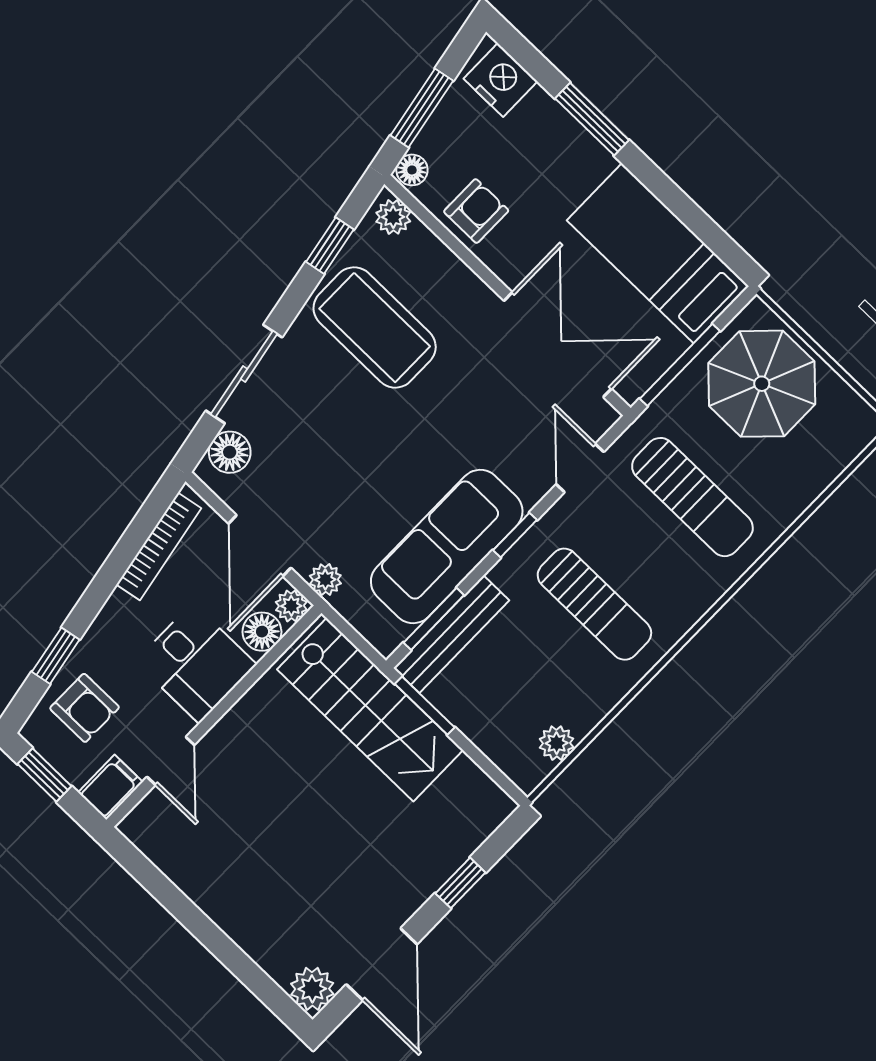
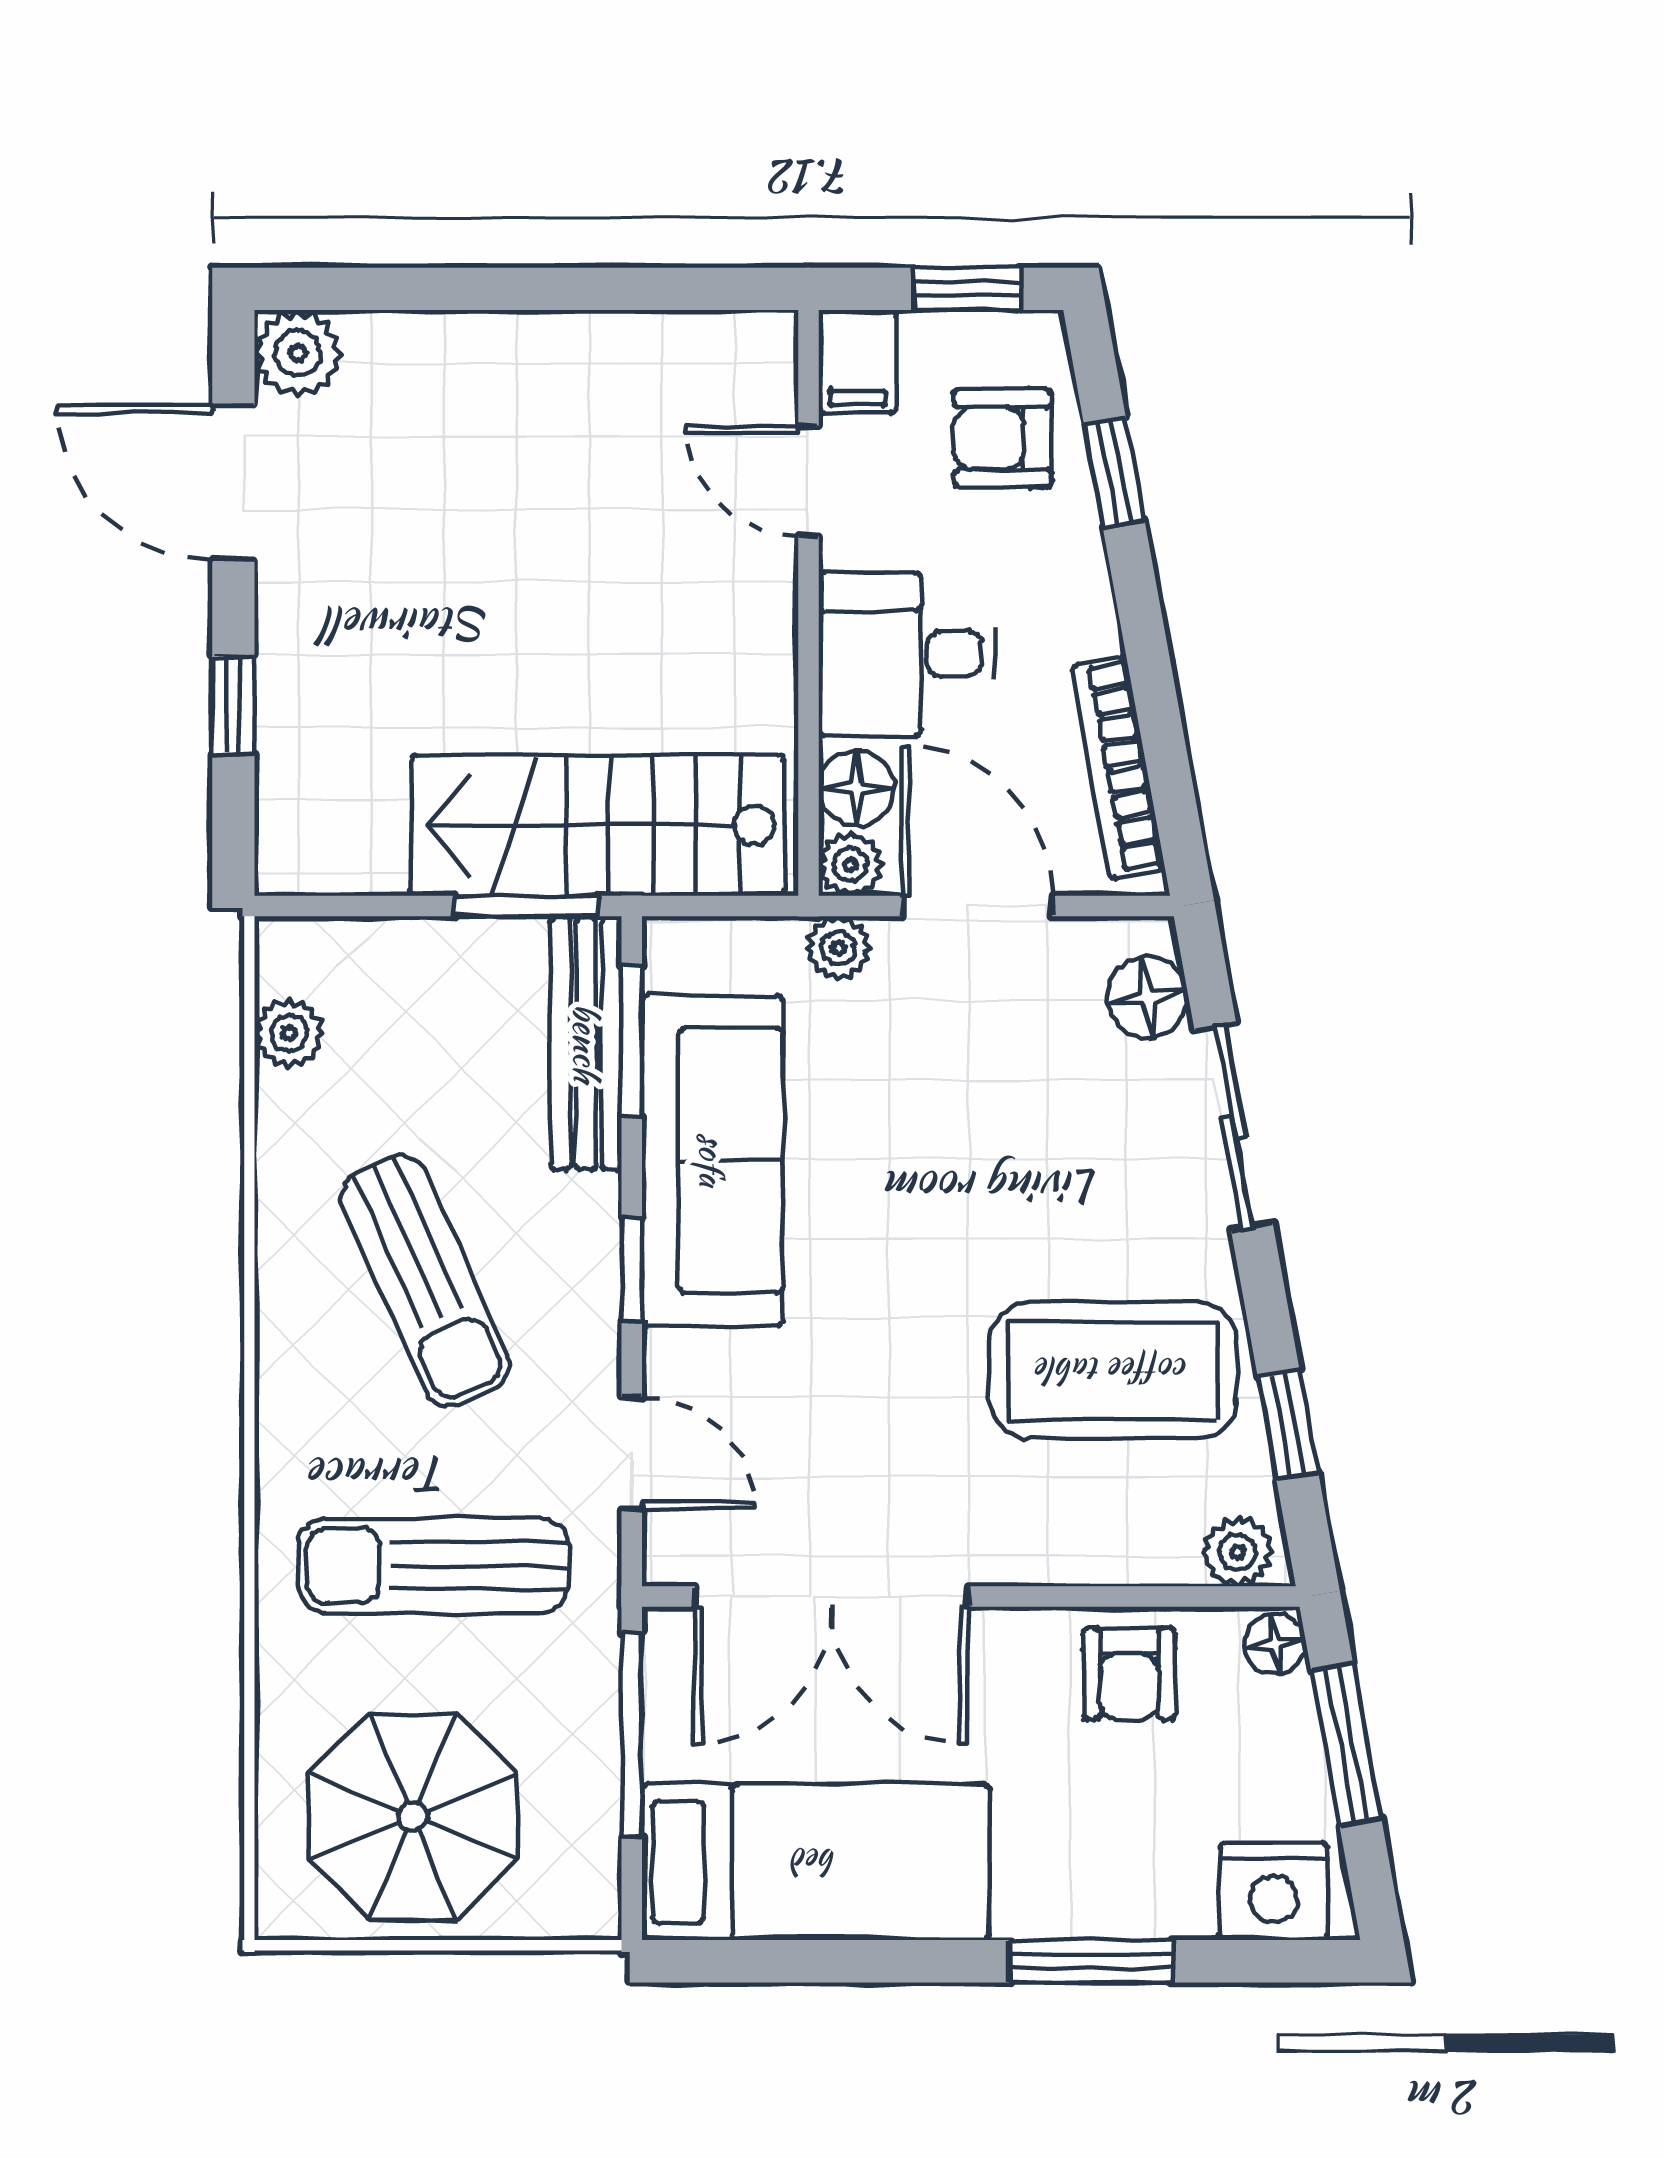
parasol: (762, 384) -> (413, 1816), moved
sun lounger: (594, 604) -> (425, 1281), turned -114

